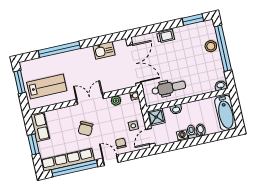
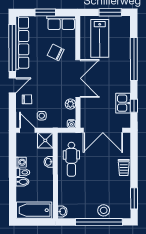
window: (104, 39) -> (134, 106), added
double door: (90, 99) -> (78, 79), width x1.37
chair: (85, 129) -> (56, 52), moved

